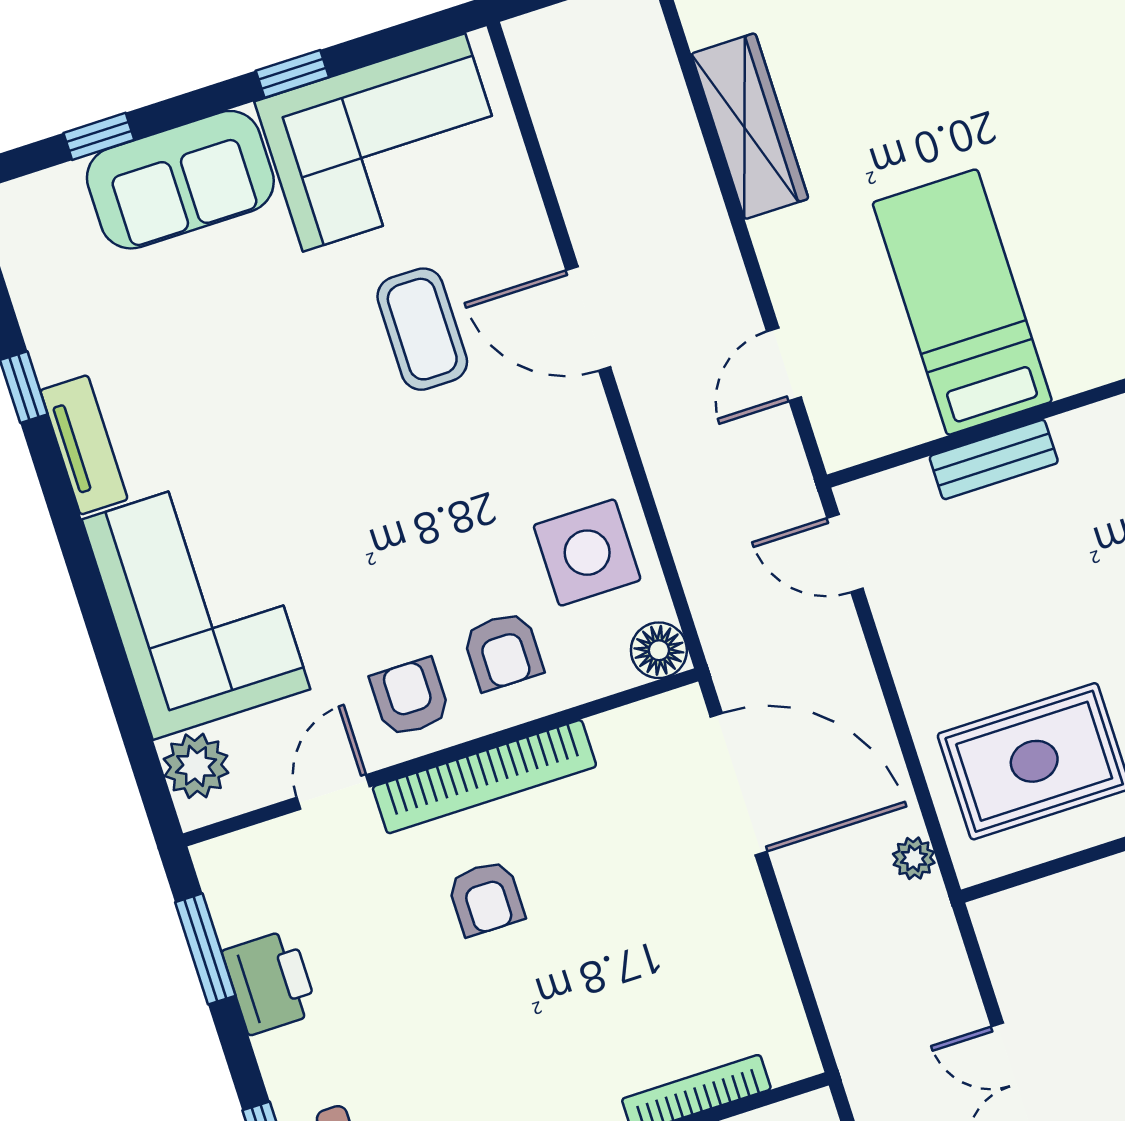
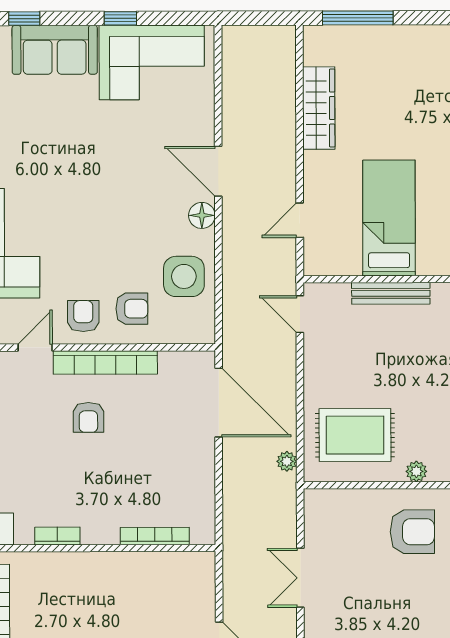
coffee table: (422, 329) -> (142, 152), removed
bench: (994, 460) -> (391, 293), width x1.36
floor lamp: (659, 650) -> (202, 215), moved
armchair: (503, 651) -> (132, 309), turned -90

